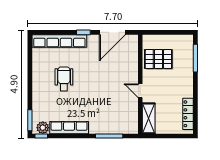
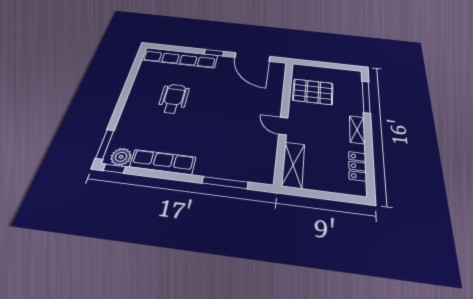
door: (112, 32) -> (252, 57), hinge flipped
shelving: (188, 87) -> (357, 130), added
locker: (188, 114) -> (357, 166), width x0.66

